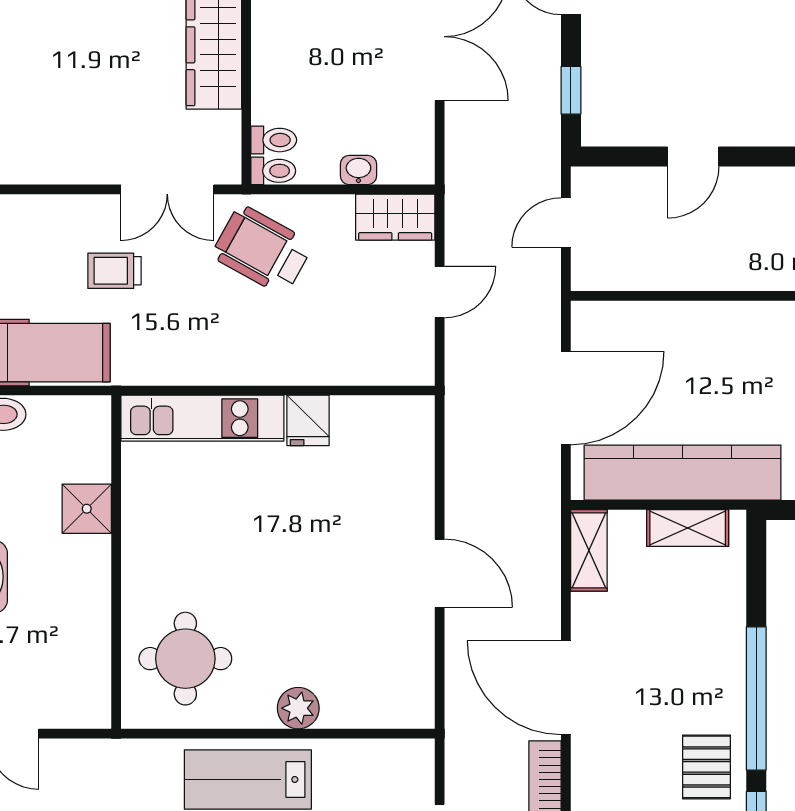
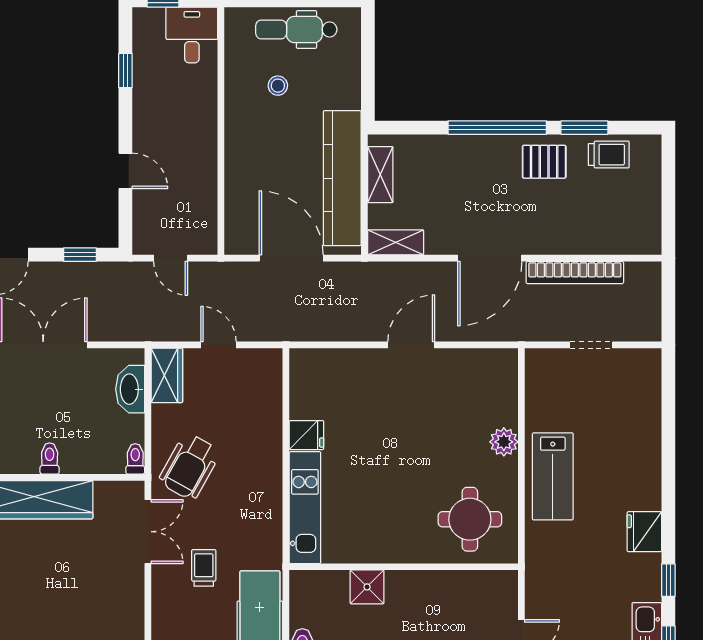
toilet: (274, 140) -> (50, 459), moved
washbasin: (358, 170) -> (130, 389), width x1.91, depth x1.45
trolley: (114, 271) -> (204, 568), turned 180

